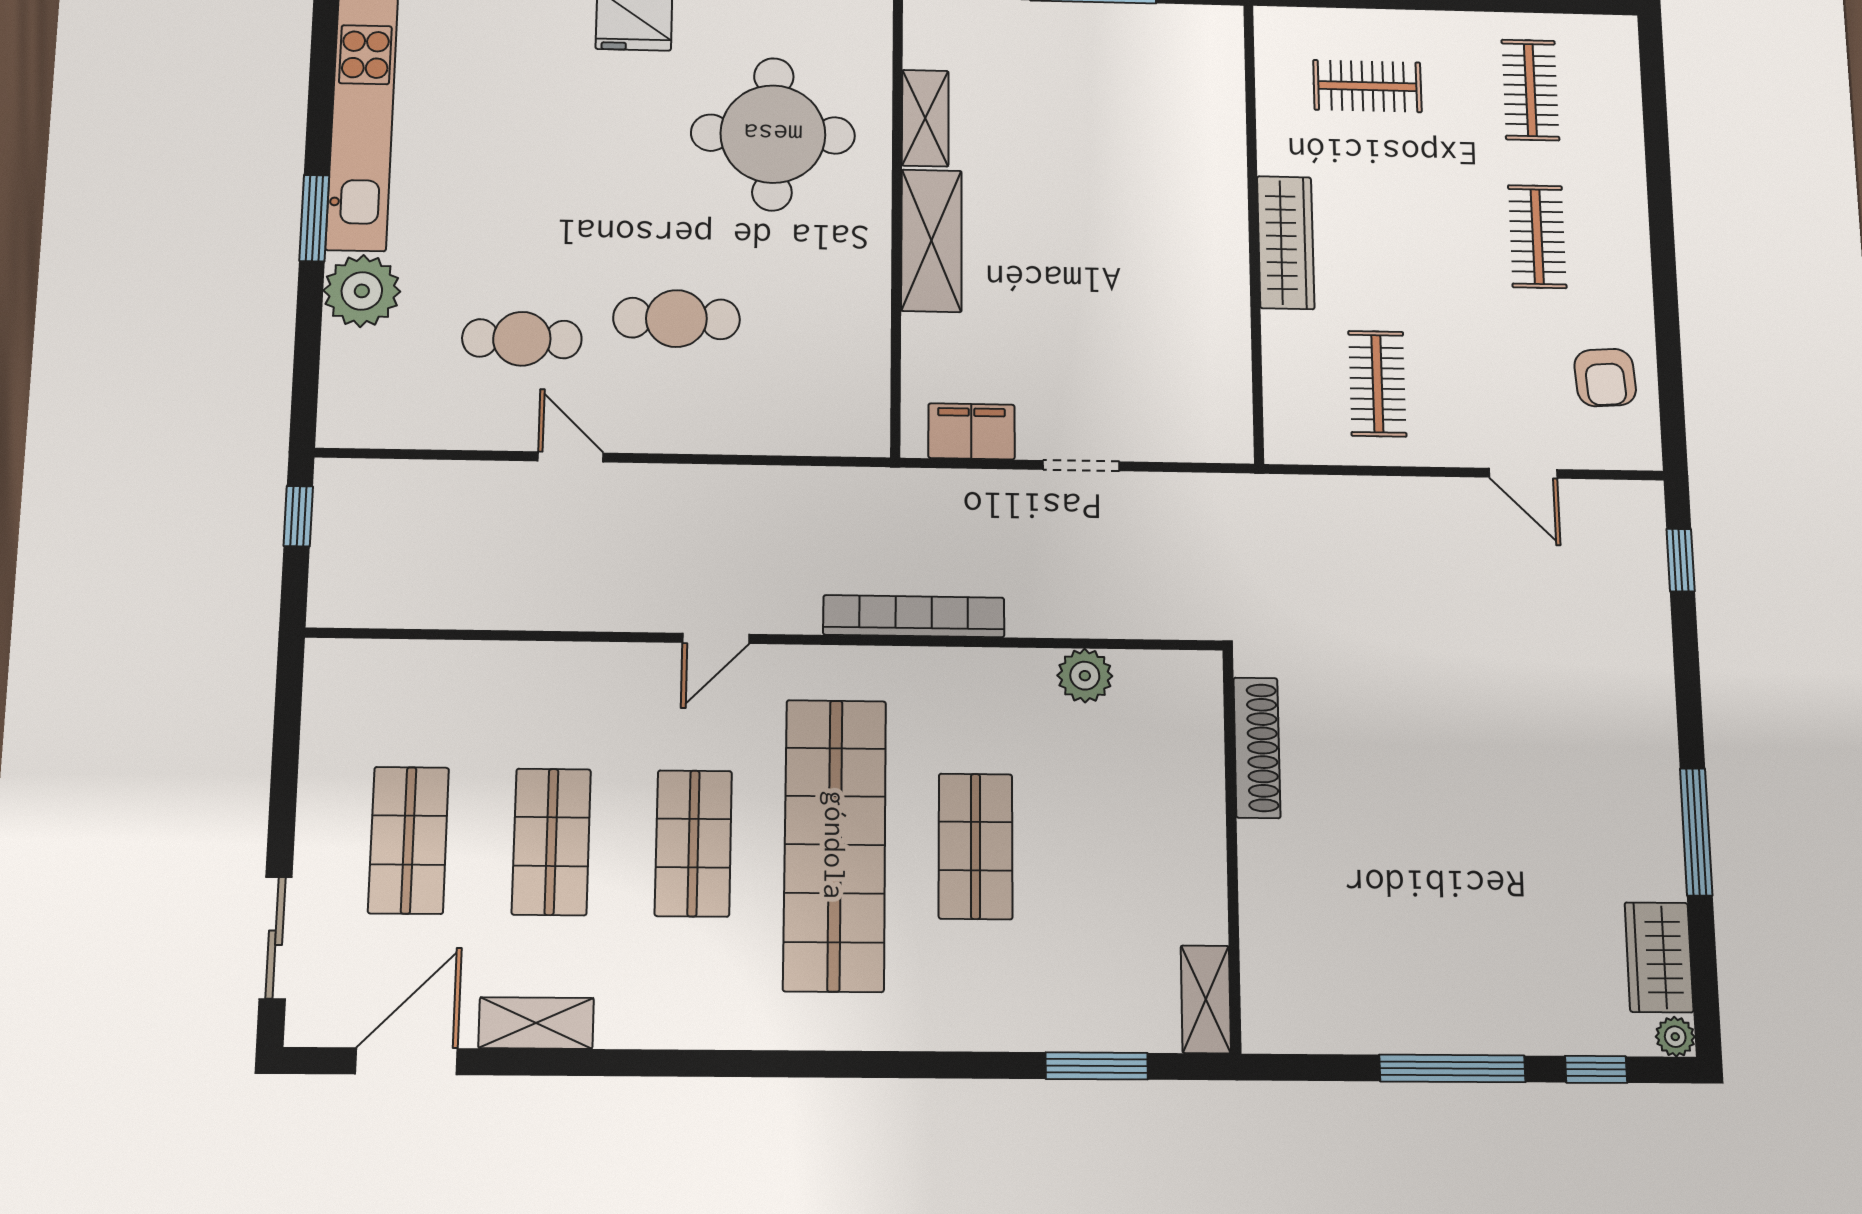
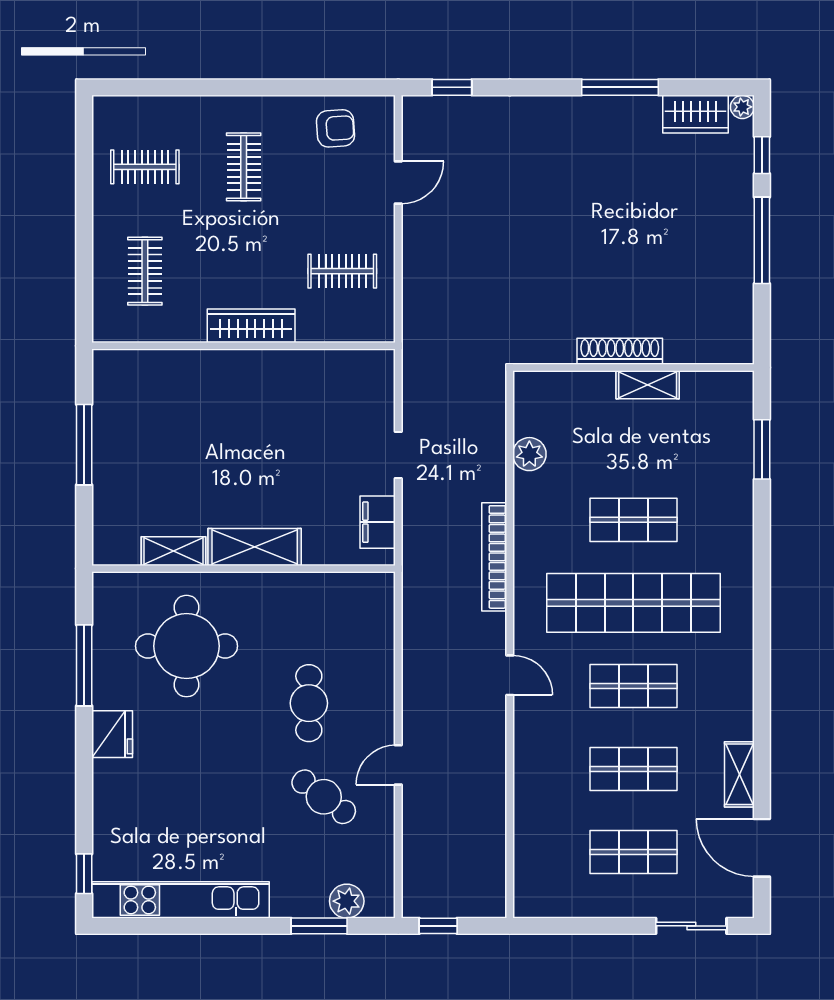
window: (314, 218) -> (319, 926), moved
clothes rail: (1537, 237) -> (244, 167), turned 90
plant: (362, 291) -> (347, 901), moved, width x0.73, depth x0.73
cafe table: (522, 339) -> (324, 797), turned -53
shoe rack: (1257, 748) -> (620, 351), moved
shelving: (1206, 999) -> (648, 385), moved

